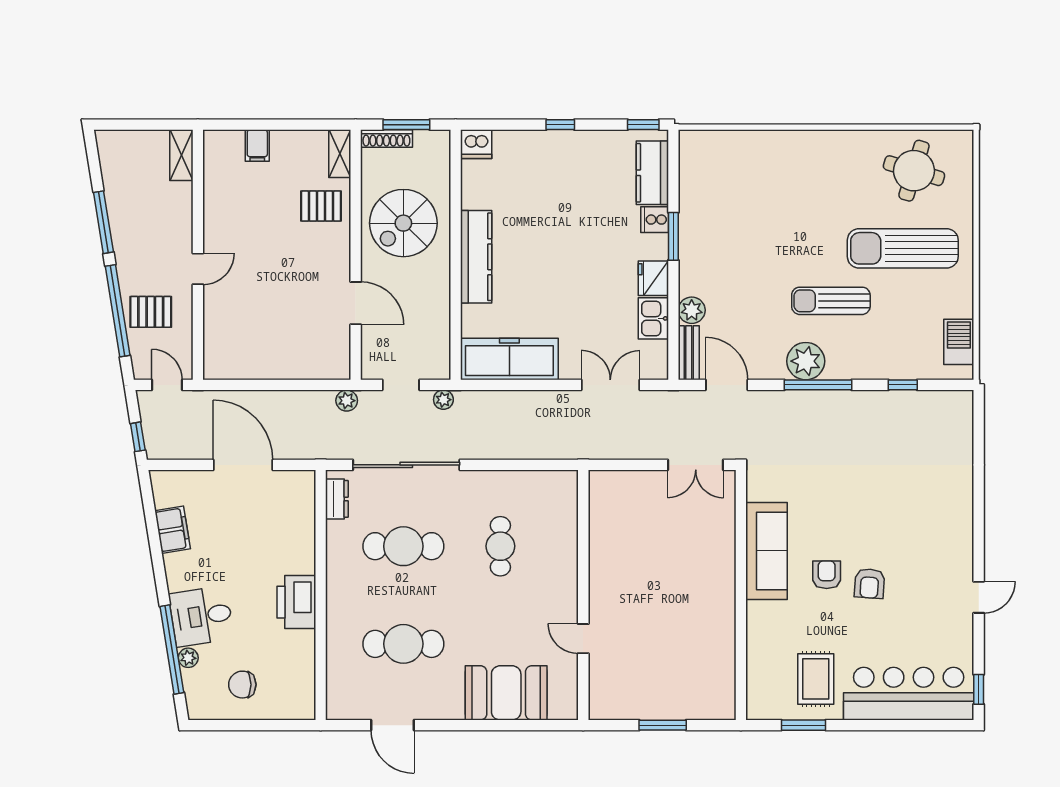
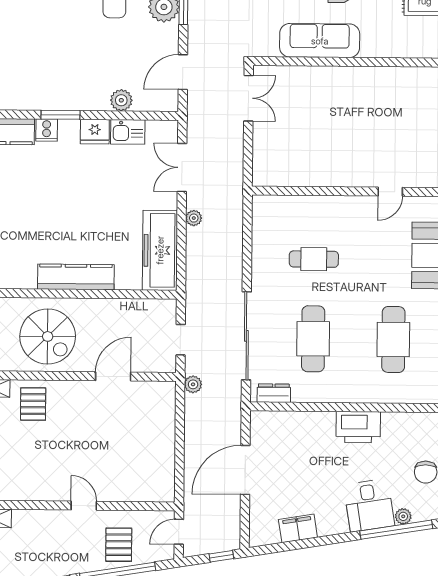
bench: (689, 353) -> (156, 103), removed
plant: (443, 400) -> (194, 218), moved

